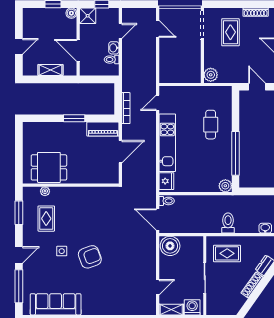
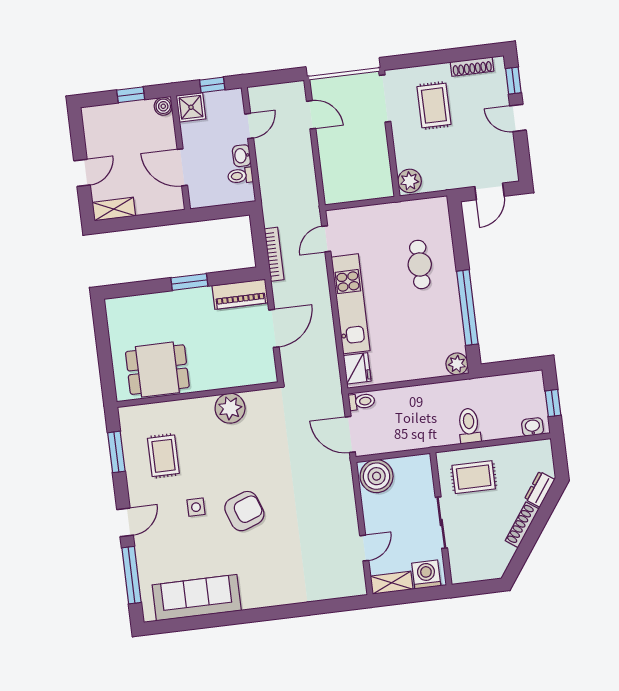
shelving: (50, 70) -> (114, 209), moved
door: (257, 87) -> (490, 191), swing flipped
plant: (45, 191) -> (230, 408), moved, width x1.87, depth x1.87

